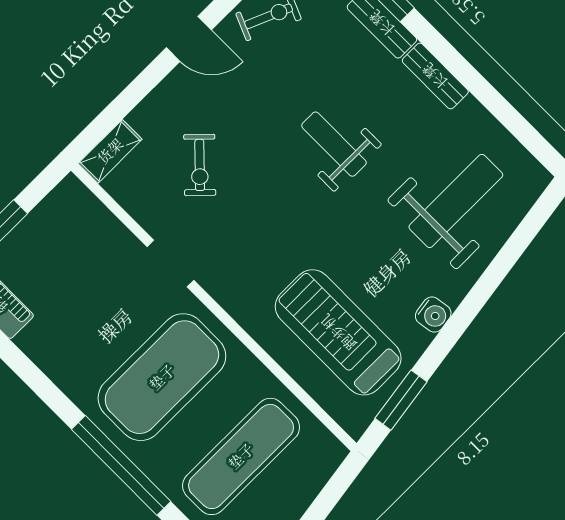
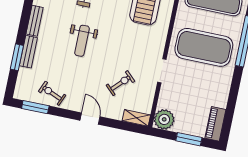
door: (189, 39) -> (90, 119), moved
plant: (71, 205) -> (164, 119), added

